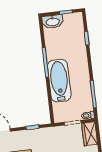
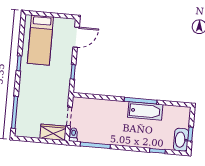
washbasin: (53, 22) -> (181, 140), moved
bathtub: (59, 81) -> (145, 111), moved, width x0.73, depth x0.73

